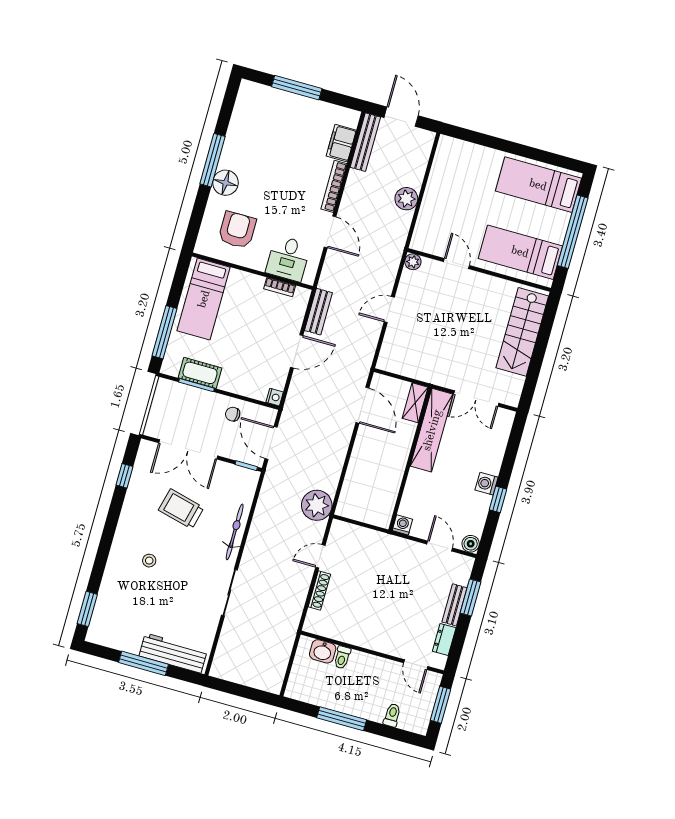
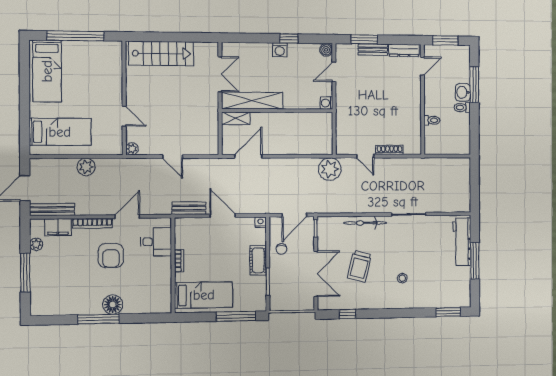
plant: (328, 111) -> (36, 244), added
armchair: (237, 230) -> (111, 255), moved, turned -90
bed: (520, 252) -> (60, 132), moved, turned -90
door: (456, 264) -> (124, 116), swing flipped
bookcase: (280, 287) -> (179, 261), moved
cot: (200, 373) -> (258, 260), moved
dresser: (444, 640) -> (404, 50), width x1.44
washbasin: (323, 651) -> (463, 92), moved, turned 180
toilet: (392, 715) -> (462, 108), moved
window: (342, 719) -> (474, 85), moved

